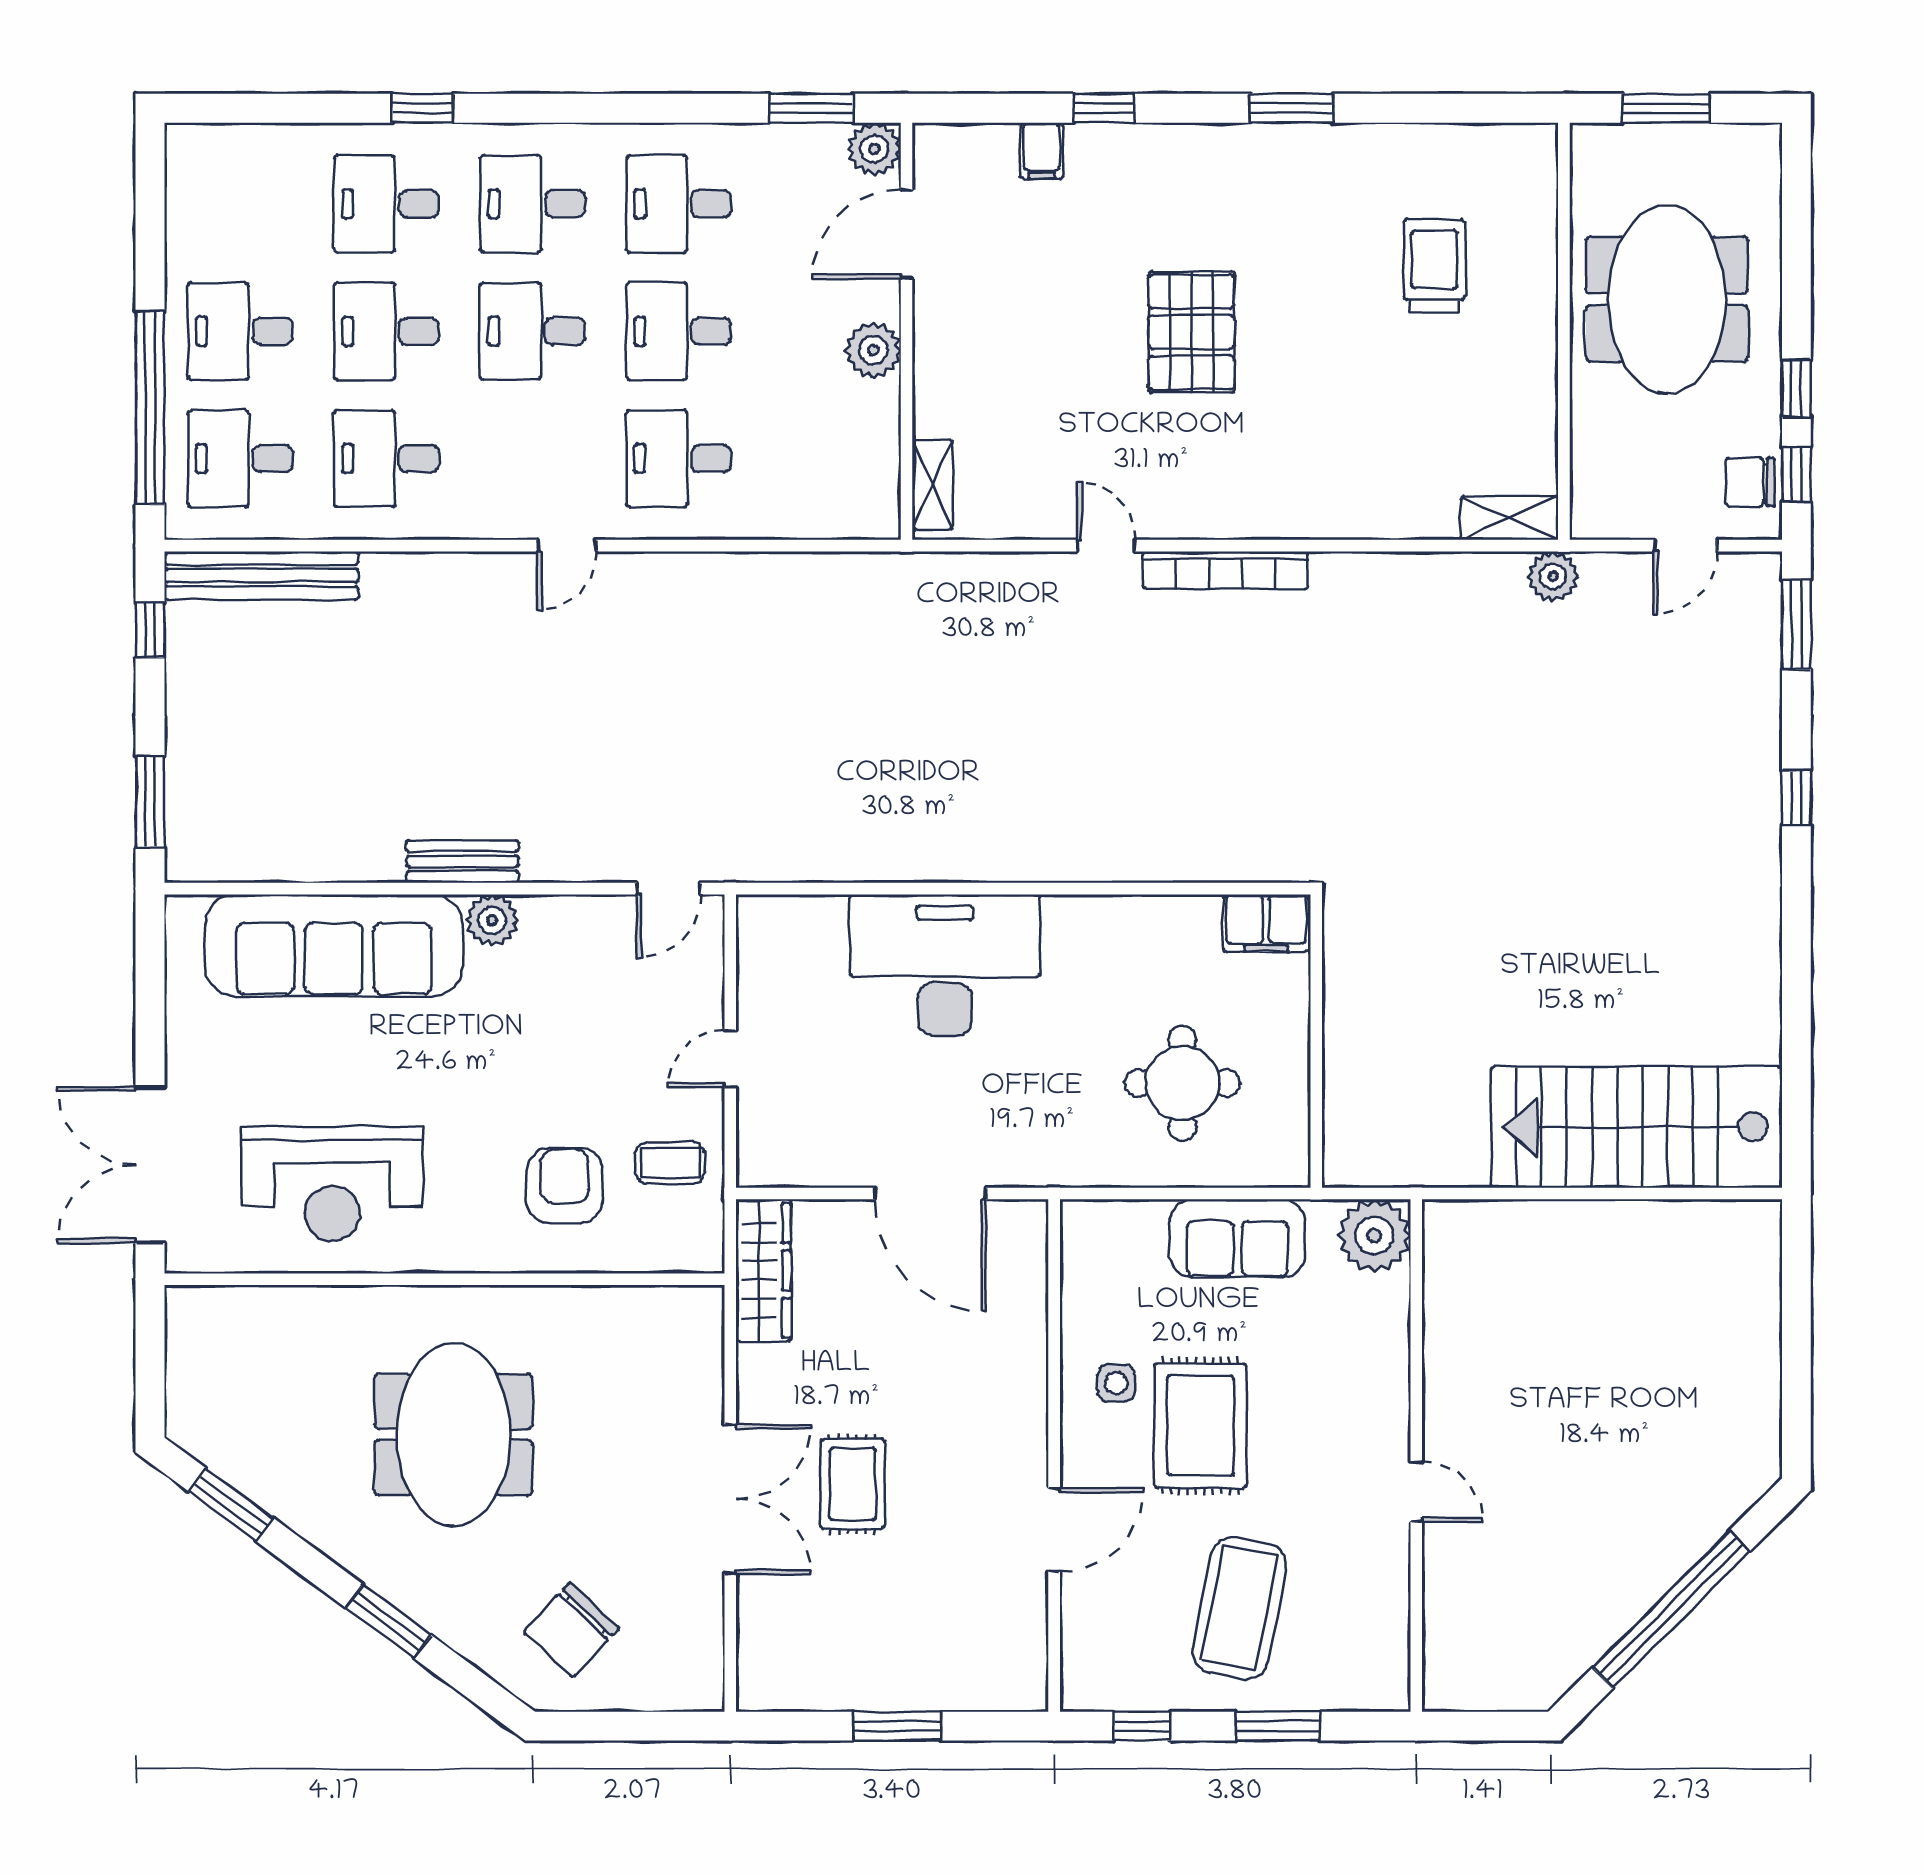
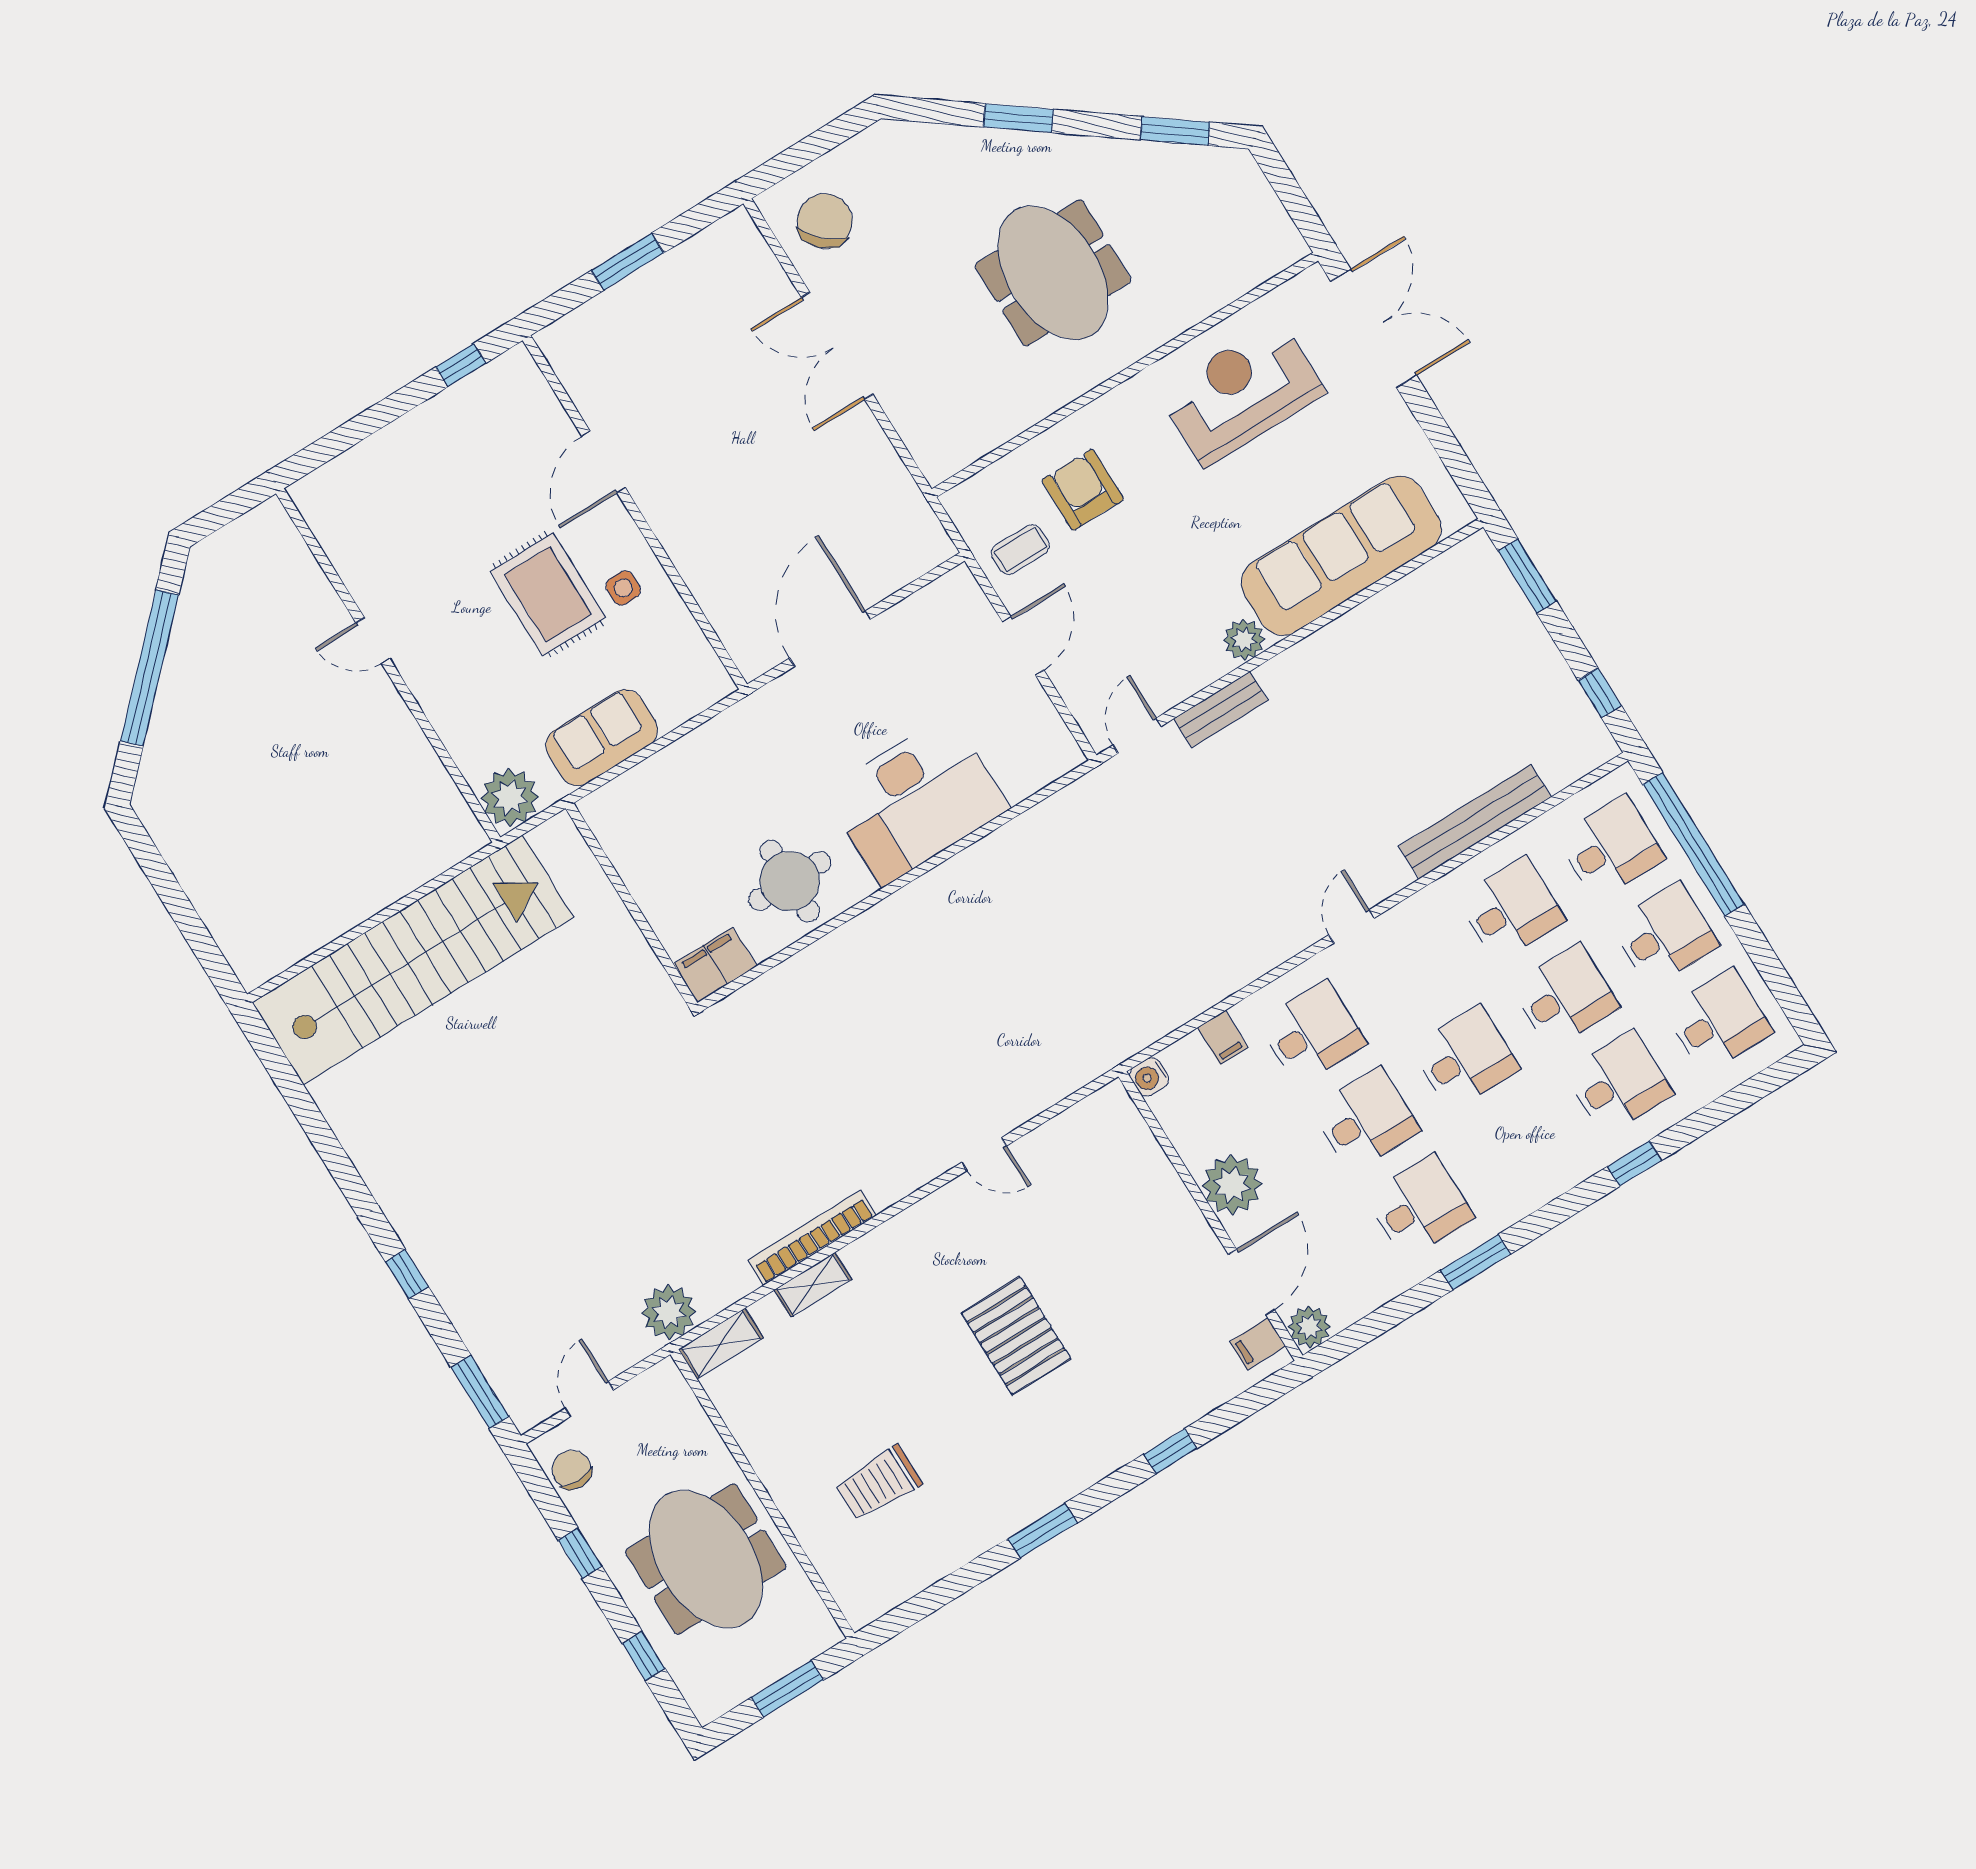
window: (811, 108) -> (1476, 1262), moved
filing cabinet: (1042, 151) -> (1258, 1344), moved, turned -90
desk: (533, 204) -> (1718, 1021), moved
trolley: (1434, 266) -> (878, 1483), turned 90
plant: (873, 350) -> (1232, 1185), width x1.36, depth x1.36
window: (1796, 474) -> (644, 1656), moved
chair: (1750, 482) -> (572, 1470), turned -90
shelving: (932, 485) -> (813, 1285), moved, turned 90
filing cabinet: (776, 512) -> (1223, 1038), added
water cooler: (880, 519) -> (1149, 1077), added
bookcase: (1226, 570) -> (812, 1238), moved
bench: (261, 575) -> (1475, 822), moved
plant: (1553, 576) -> (669, 1312), width x1.36, depth x1.36
bench: (462, 861) -> (1221, 710), moved
door: (730, 1059) -> (1023, 646), width x1.38
round table: (1182, 1083) -> (790, 881), moved
stairs: (1637, 1127) -> (413, 960), width x1.36
armchair: (565, 1185) -> (1083, 490), turned 180
door: (930, 1193) -> (830, 639), hinge flipped
wardrobe: (764, 1270) -> (911, 516), removed
rug: (852, 1484) -> (760, 408), removed
coffee table: (1239, 1608) -> (444, 487), removed
chair: (572, 1630) -> (825, 221), moved
window: (1278, 1726) -> (368, 422), removed

